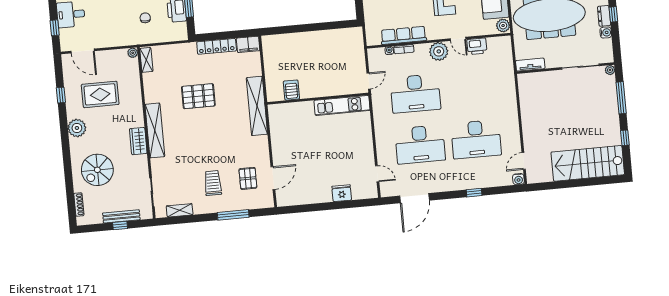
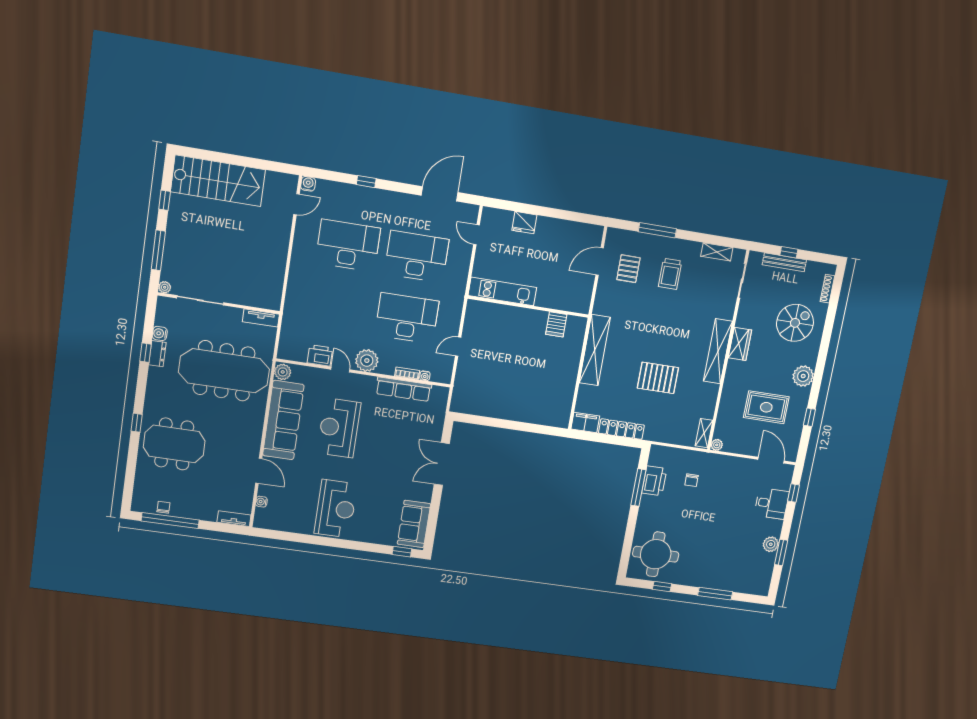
server rack: (291, 90) -> (556, 324), moved
wall: (318, 99) -> (528, 307), moved
kitchen unit: (342, 105) -> (502, 291), moved

